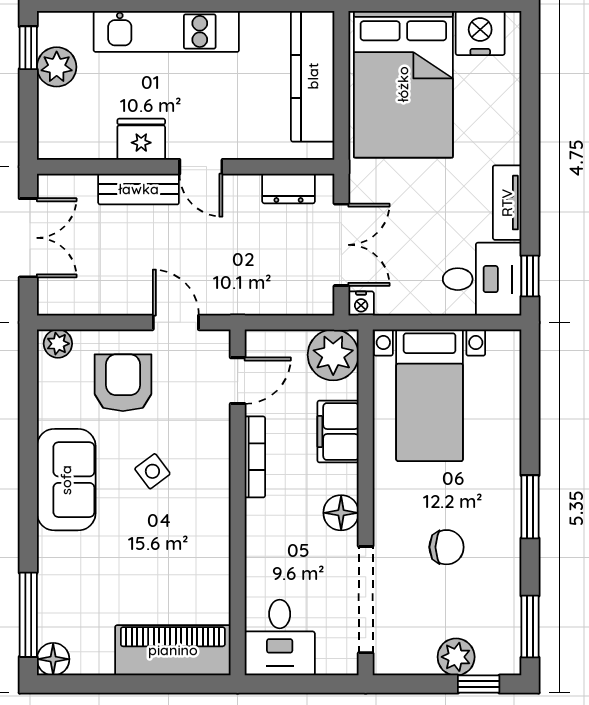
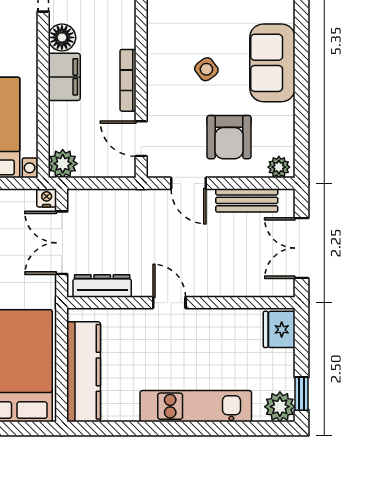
plant: (57, 67) -> (280, 407), moved
fridge: (141, 139) -> (279, 329), moved, turned 90
dresser: (289, 188) -> (102, 286), width x1.44
bench: (139, 189) -> (247, 200), moved
plant: (333, 355) -> (63, 164), width x0.73, depth x0.73
door: (238, 381) -> (141, 139), hinge flipped
filing cabinet: (338, 432) -> (64, 77), moved

